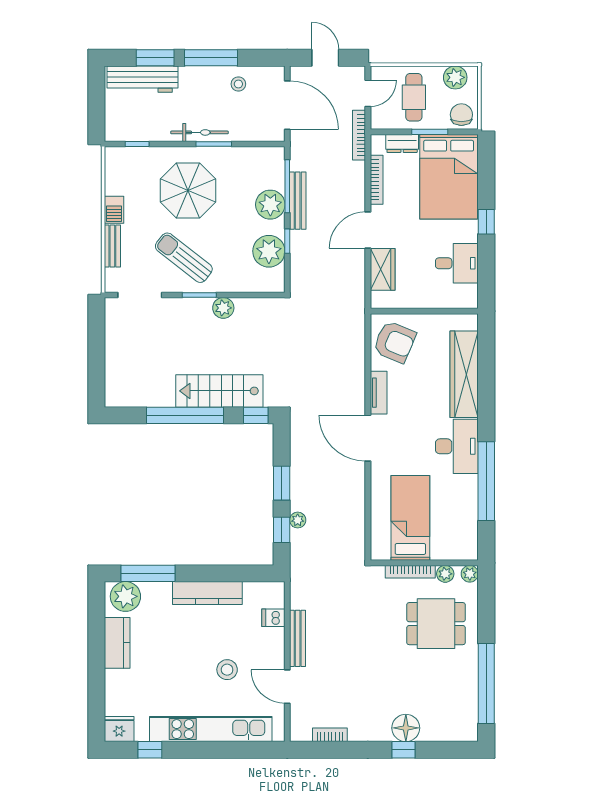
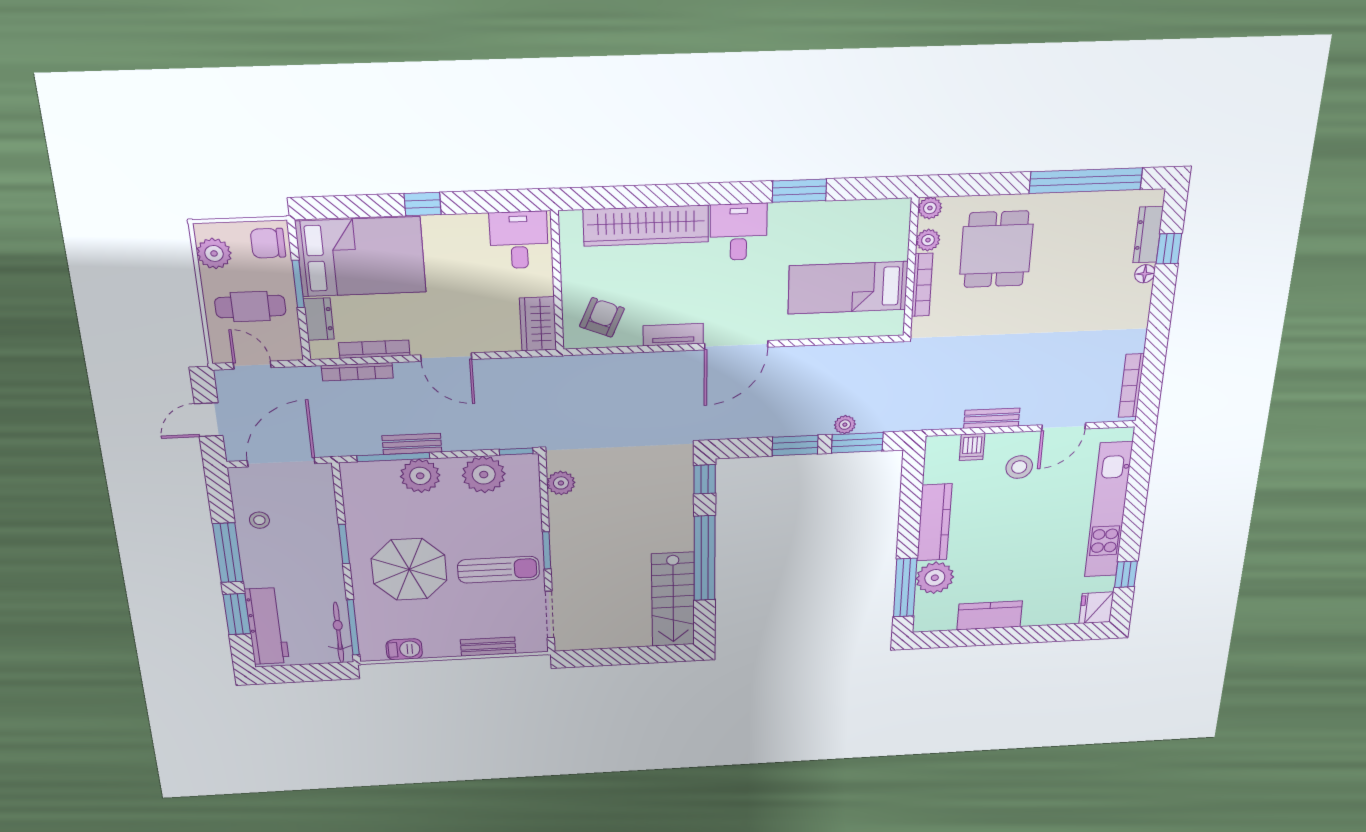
bicycle: (199, 132) -> (339, 633), moved
bookcase: (359, 135) -> (357, 372), moved
window: (137, 144) -> (353, 627), width x2.17
bench: (298, 201) -> (412, 444), width x0.73
barbecue: (114, 210) -> (404, 649), moved
window: (287, 241) -> (516, 452), moved
sun lounger: (184, 258) -> (498, 570), turned -128
desk: (457, 263) -> (519, 240), moved
wardrobe: (383, 269) -> (538, 324), moved, turned -90
plant: (223, 308) -> (561, 483), moved
armchair: (395, 342) -> (602, 317), width x0.72, depth x0.72
stairs: (219, 391) -> (673, 600), moved
desk: (457, 446) -> (739, 232), width x0.73
window: (486, 481) -> (799, 191), width x0.47
window: (282, 530) -> (857, 443), width x1.50
plant: (125, 596) -> (935, 578), moved
bench: (298, 638) -> (992, 418), width x0.73
stool: (227, 670) -> (1019, 467), moved
floor lamp: (406, 728) -> (1145, 274), width x0.53, depth x0.53
dresser: (443, 733) -> (1148, 235), added
bookcase: (330, 735) -> (1131, 386), width x1.56
window: (404, 750) -> (1169, 249), moved

